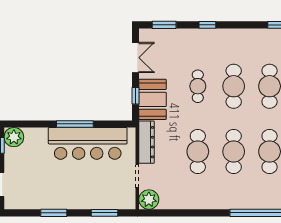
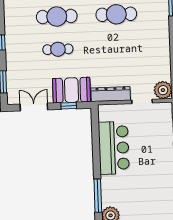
window: (75, 124) -> (98, 196), moved
bar counter: (88, 143) -> (114, 148), width x0.73
cafe table: (198, 152) -> (117, 47), removed

